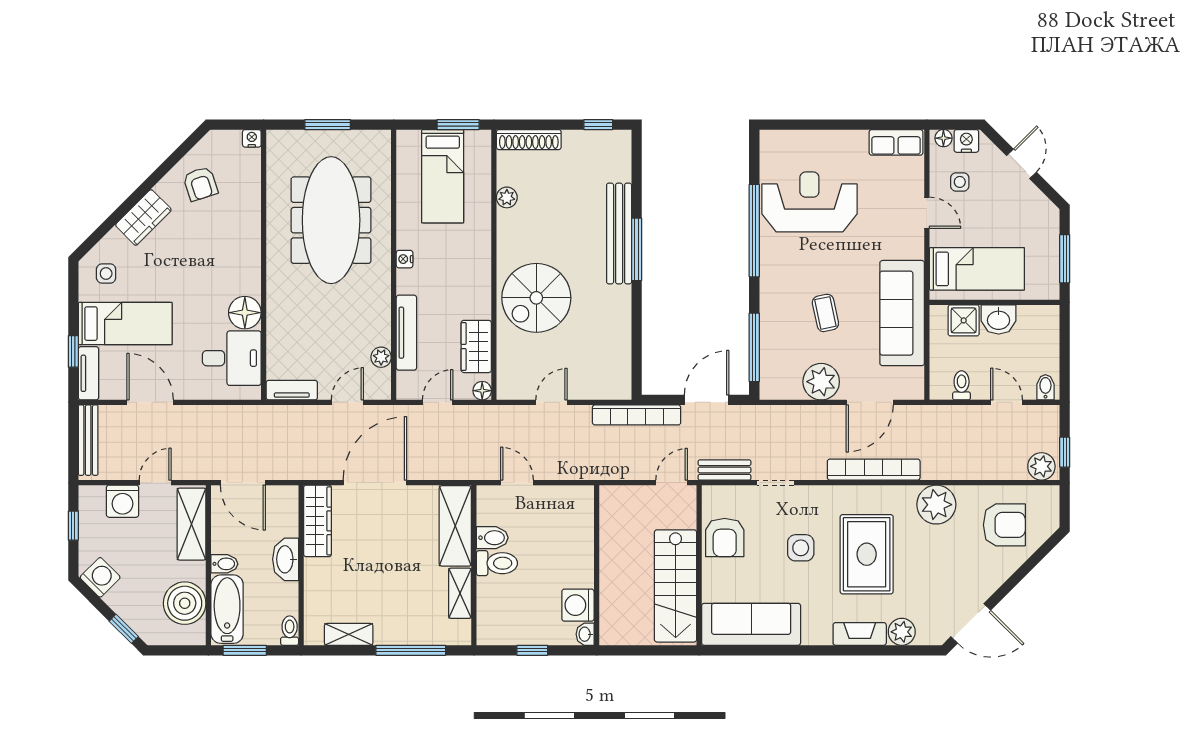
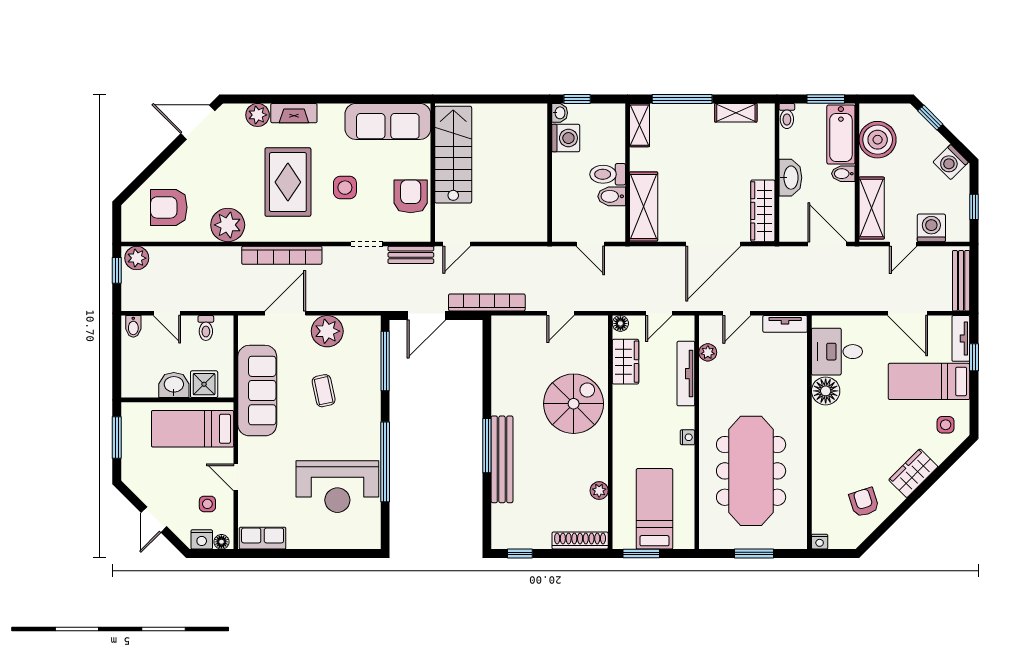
wall: (597, 565) -> (550, 173), moved
shelving: (460, 593) -> (640, 125), moved
washing machine: (578, 605) -> (566, 138), moved
washbasin: (585, 634) -> (560, 113), moved

